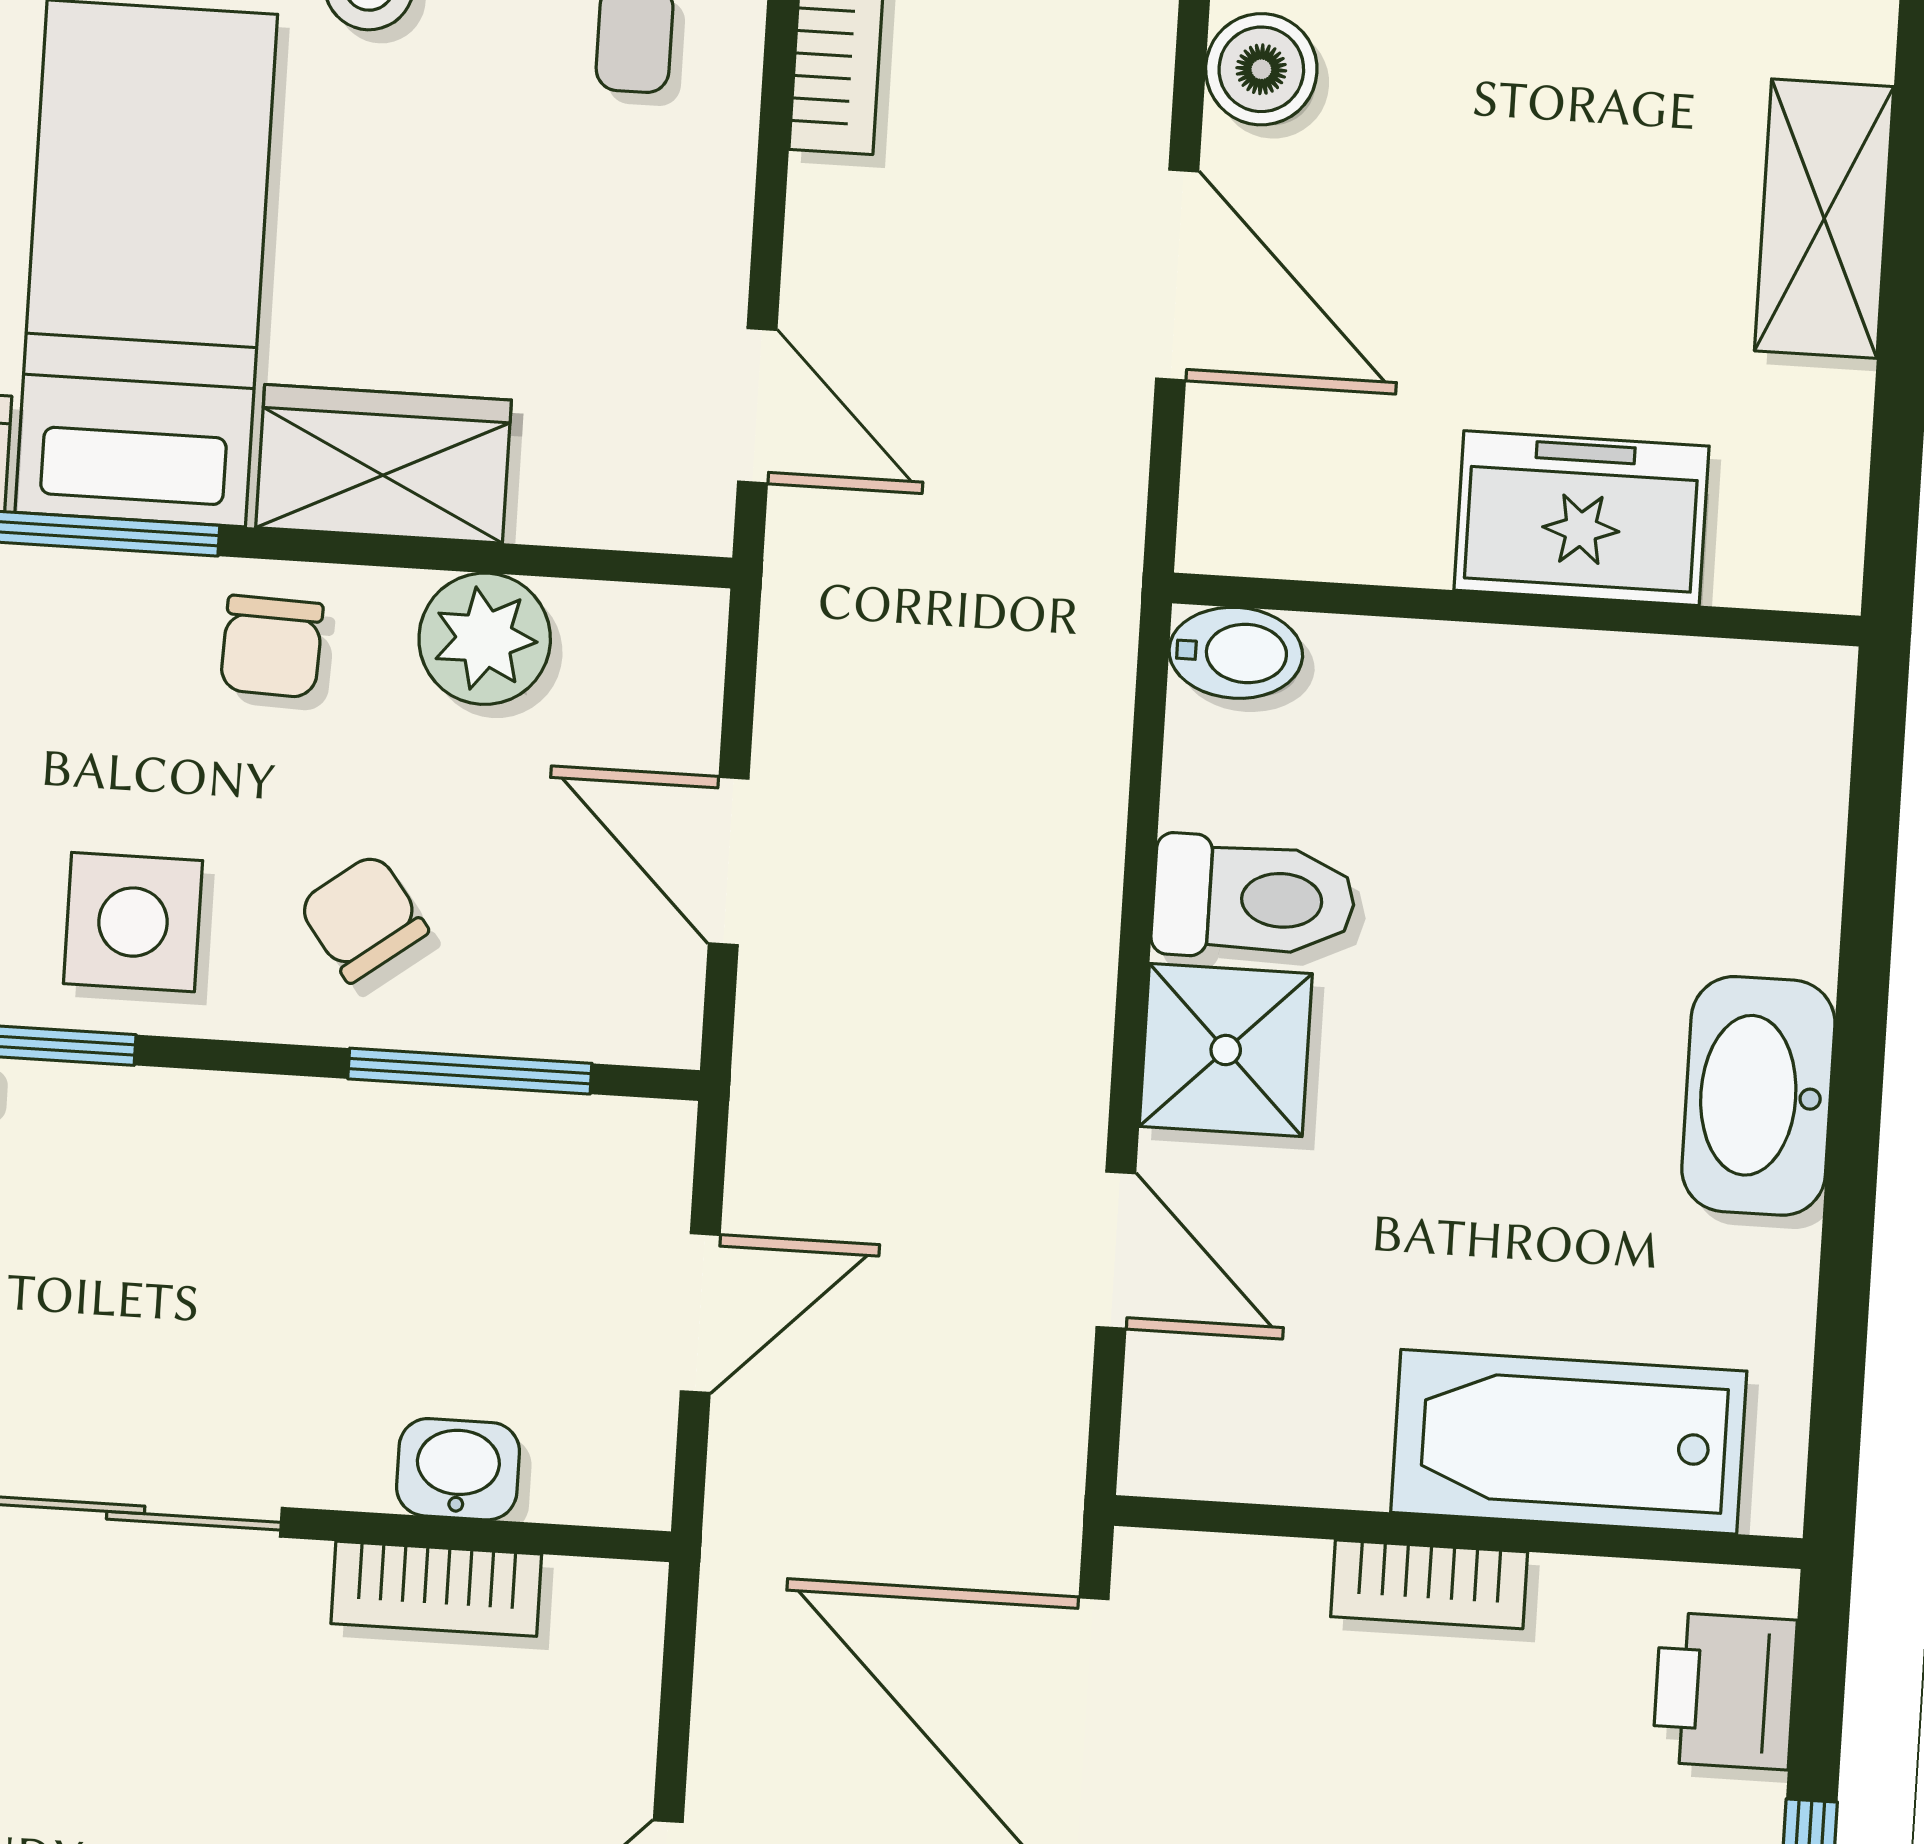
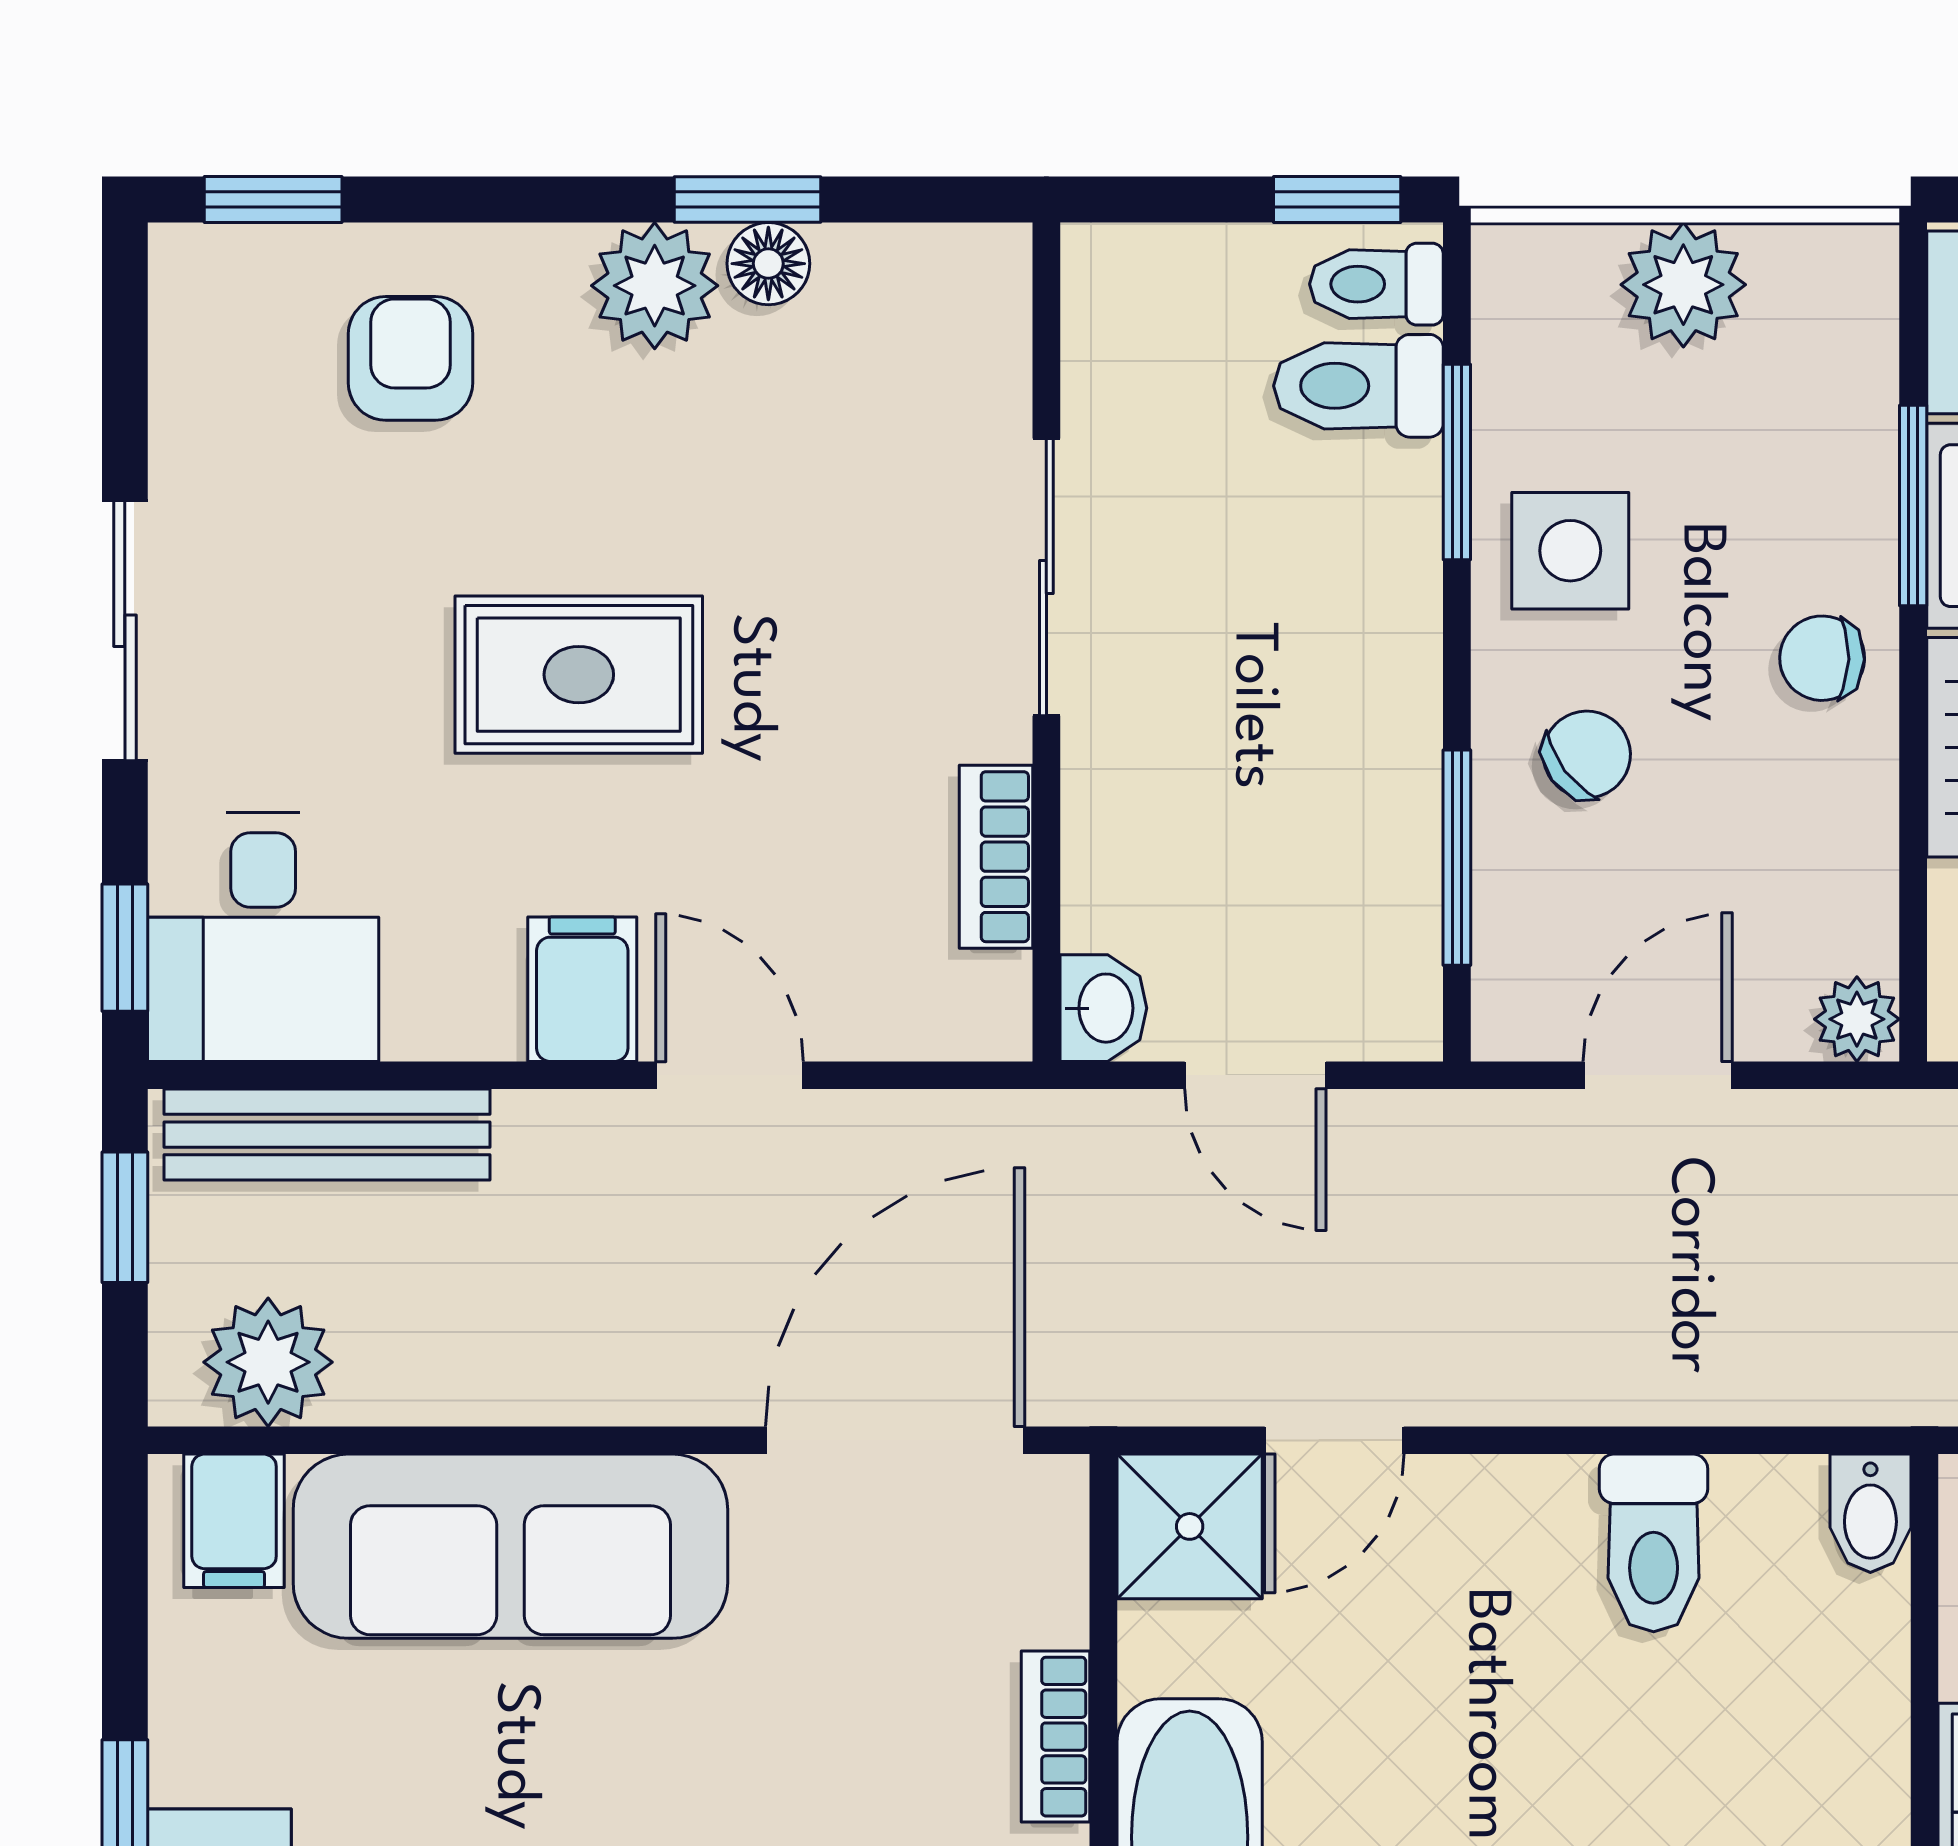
plant: (485, 639) -> (1857, 1019), moved, width x0.73, depth x0.73
shower: (1226, 1050) -> (1190, 1526), moved
washbasin: (458, 1469) -> (1103, 1008), moved

